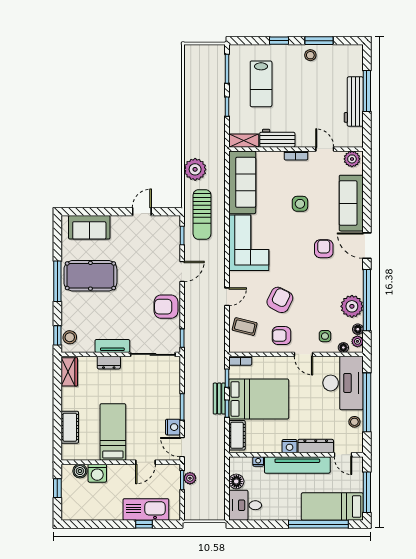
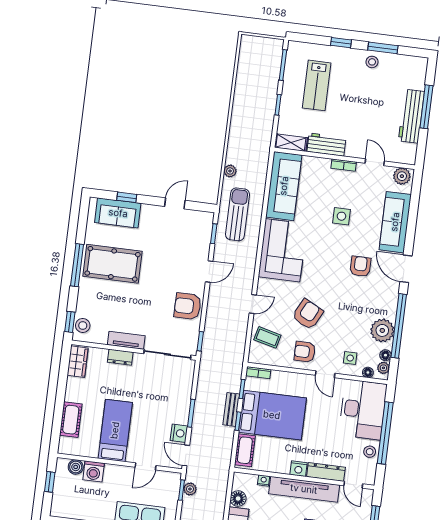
plant: (195, 169) -> (230, 171), width x0.53, depth x0.53
window: (96, 212) -> (127, 197), added
sun lounger: (202, 214) -> (237, 214), turned 180

